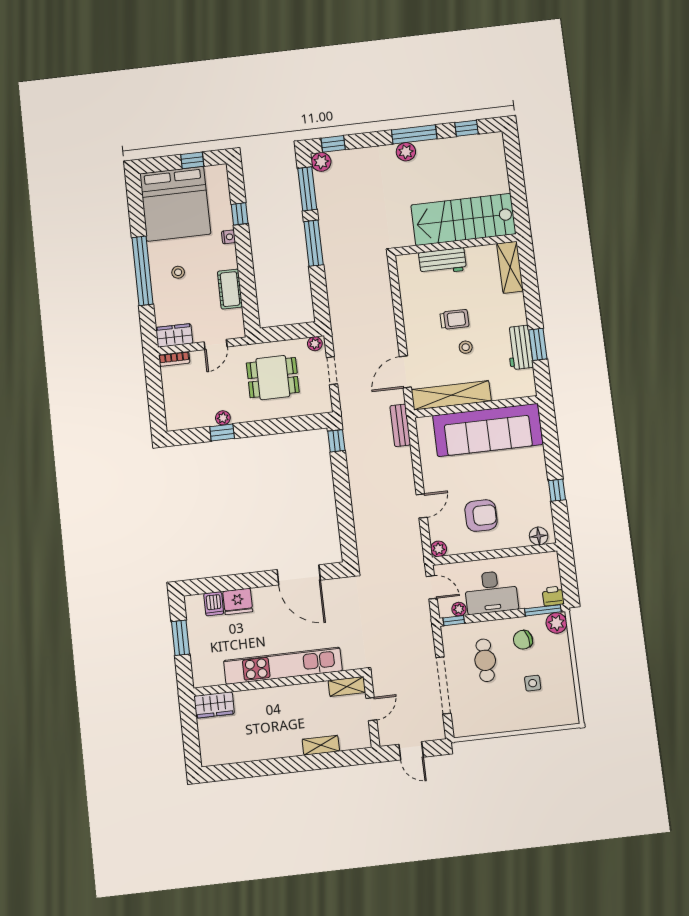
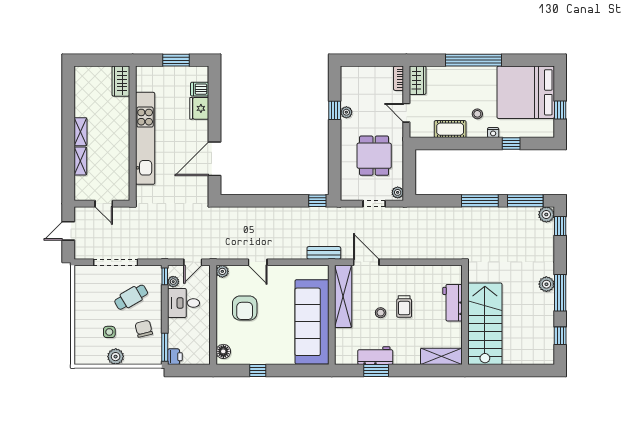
stool: (178, 272) -> (477, 114), moved
desk: (491, 592) -> (184, 303), width x0.73
plant: (556, 623) -> (116, 357), moved
cafe table: (485, 660) -> (131, 297), turned -30
shelving: (347, 686) -> (80, 132), moved

